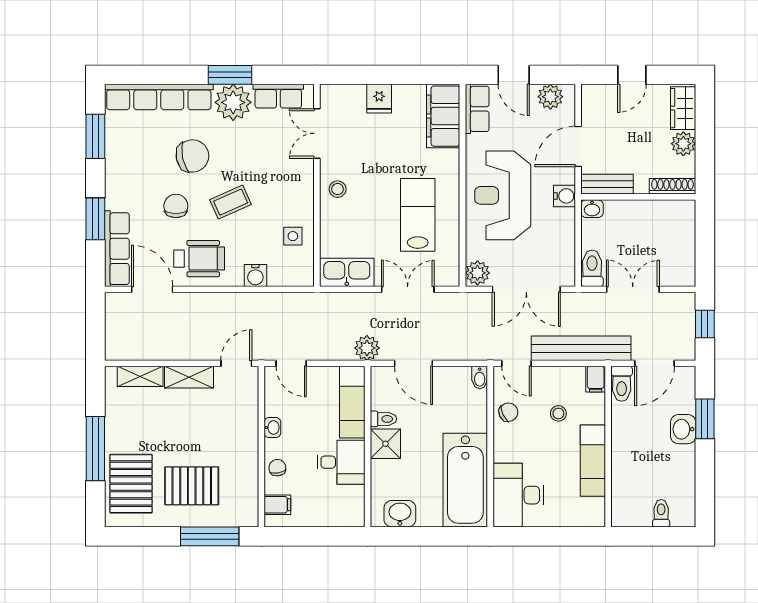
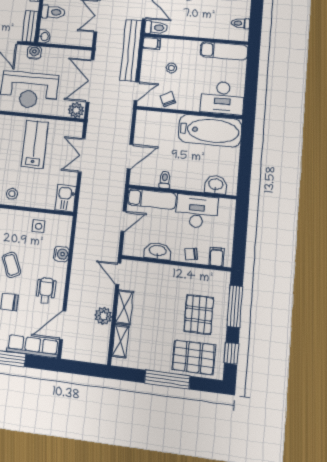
lab bench: (418, 215) -> (35, 144), turned 90
wheelchair: (199, 259) -> (46, 291), width x0.73, depth x0.73
toilet: (592, 268) -> (53, 12), moved, turned 180
kitchen sink: (347, 272) -> (66, 198), width x0.73
double door: (526, 289) -> (90, 81), swing flipped
plant: (367, 348) -> (103, 316), moved
door: (291, 363) -> (124, 221), moved
bidet: (480, 378) -> (143, 115), removed
washbasin: (272, 428) -> (158, 251), width x1.91, depth x1.45
shower: (385, 444) -> (181, 180), removed
exam couch: (593, 461) -> (224, 51), moved
desk: (341, 462) -> (197, 211), width x1.37
toilet: (661, 513) -> (240, 23), moved
washbasin: (400, 514) -> (216, 185), moved, turned 90
window: (143, 536) -> (231, 353), added

